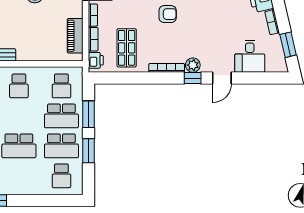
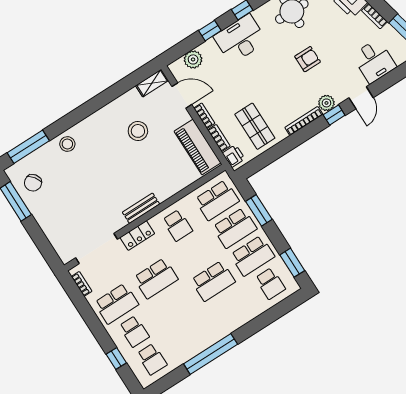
armchair: (168, 14) -> (308, 59), moved
piano: (75, 36) -> (198, 147), width x1.37, depth x1.33
school desk: (61, 86) -> (217, 200), width x1.85
window: (88, 151) -> (292, 263), moved

